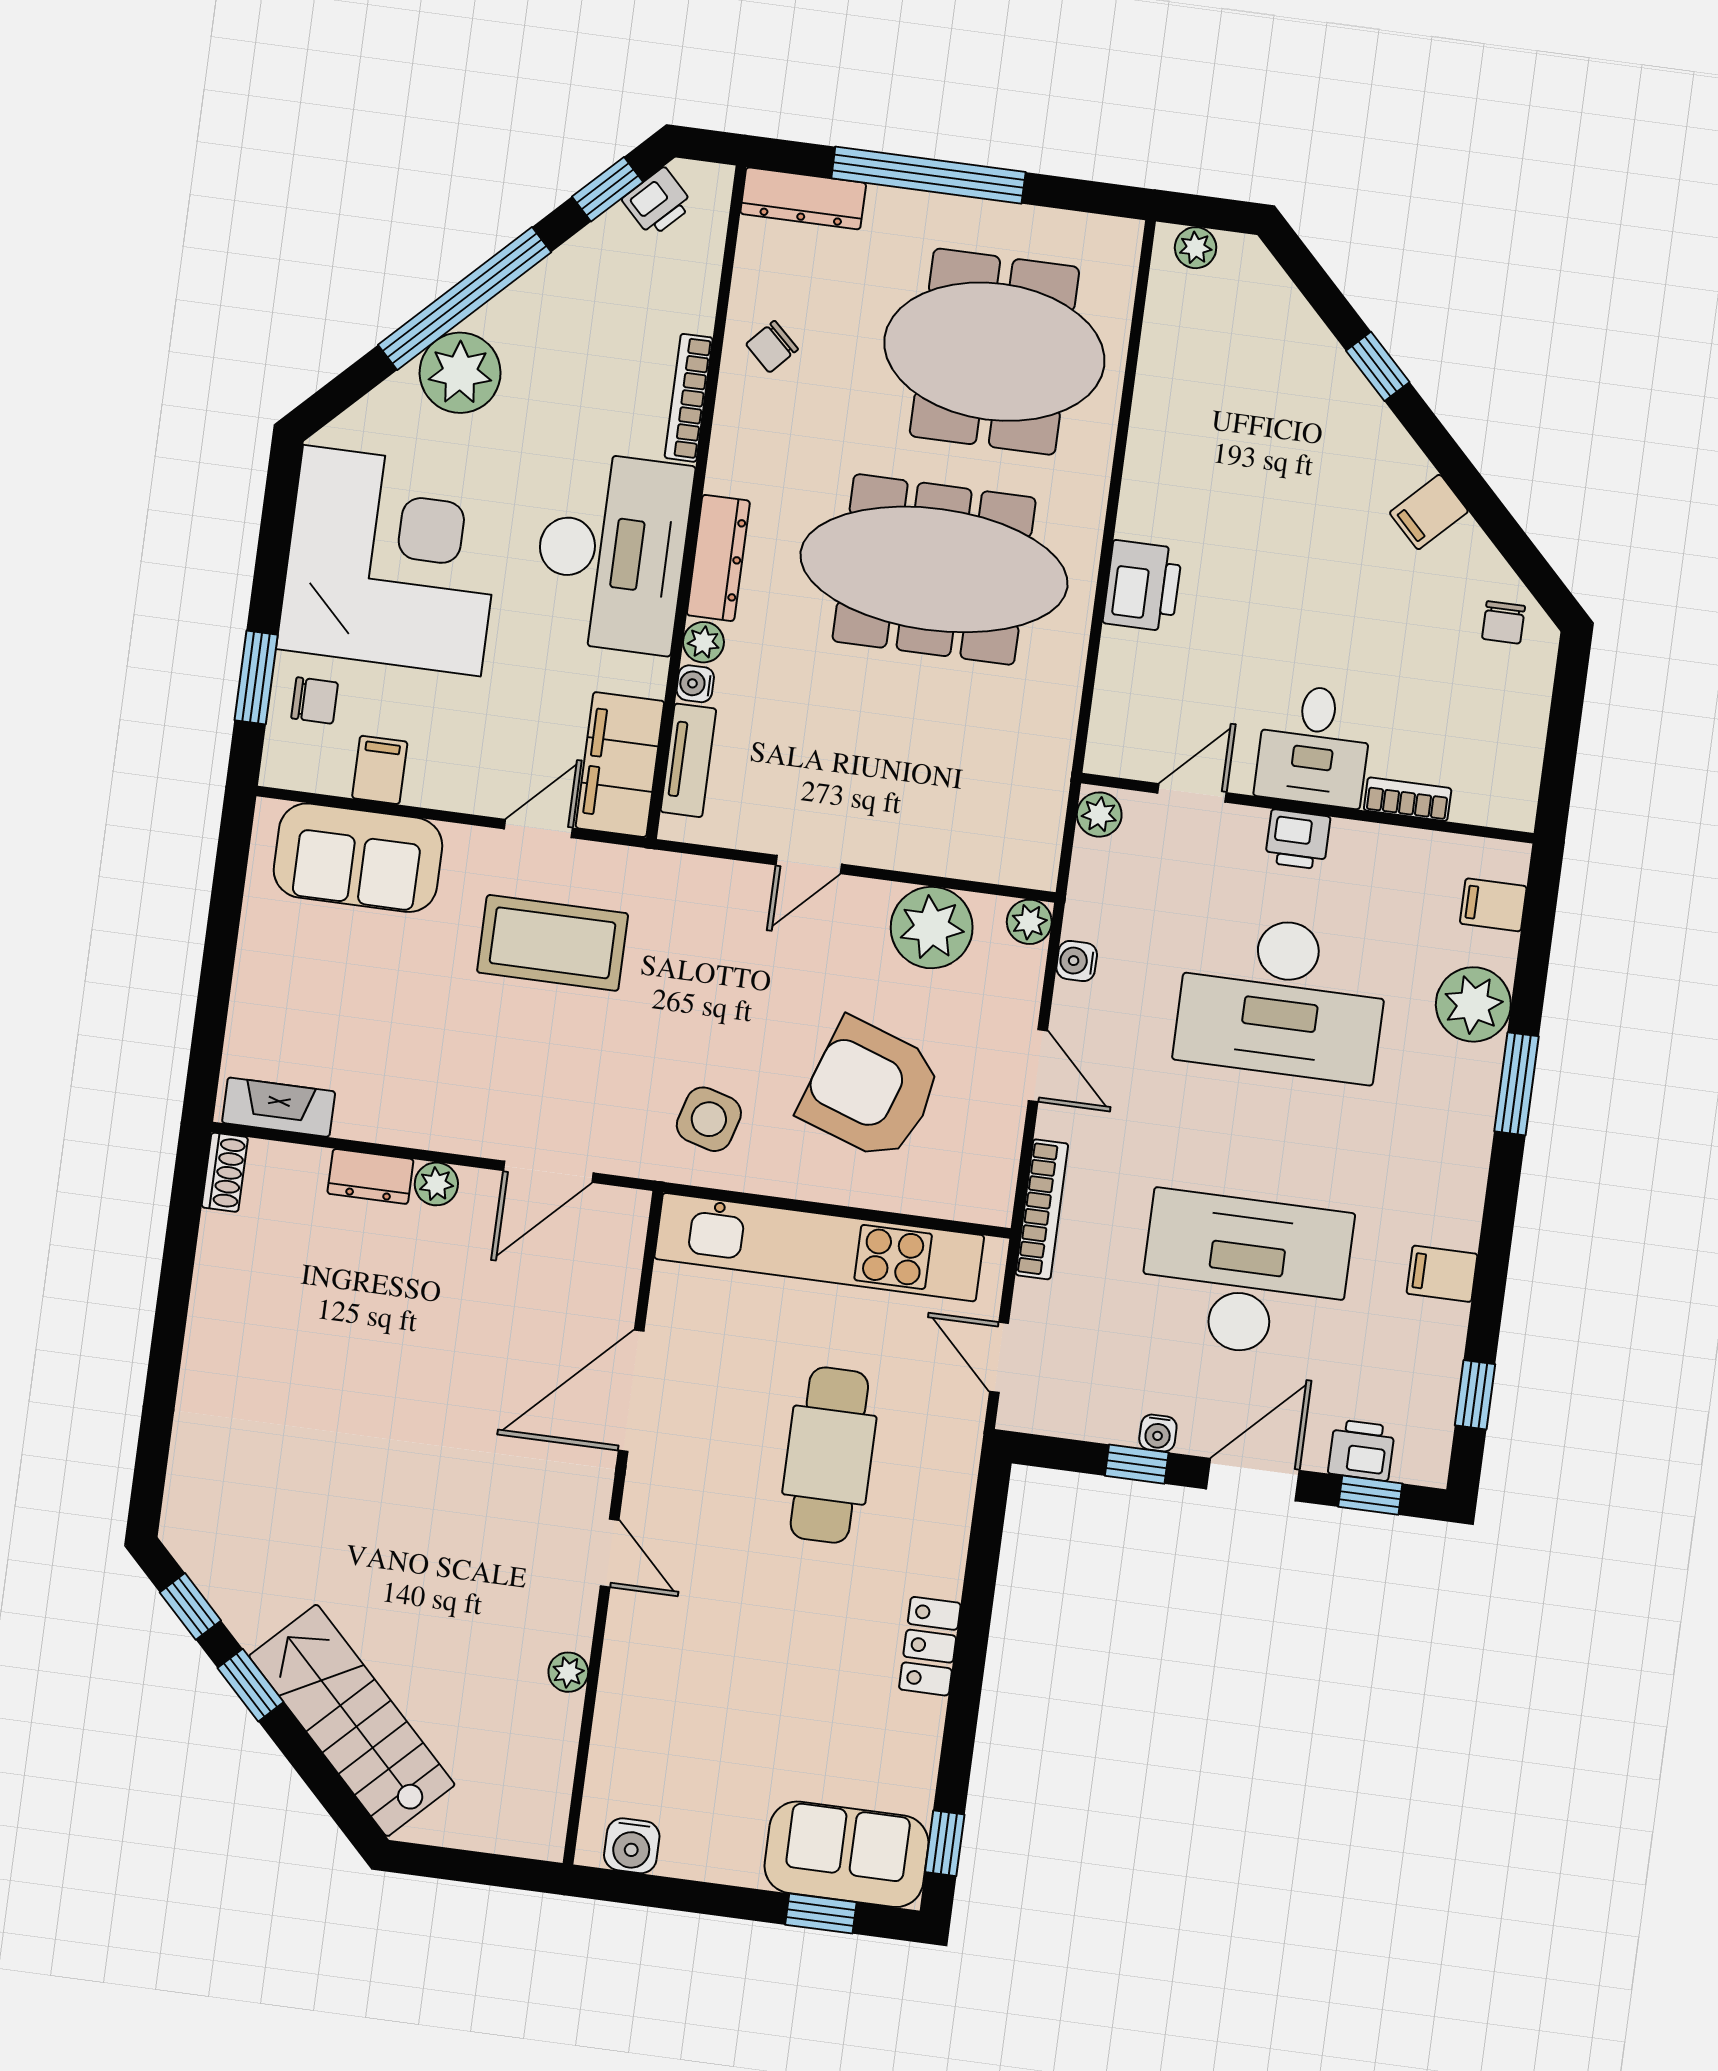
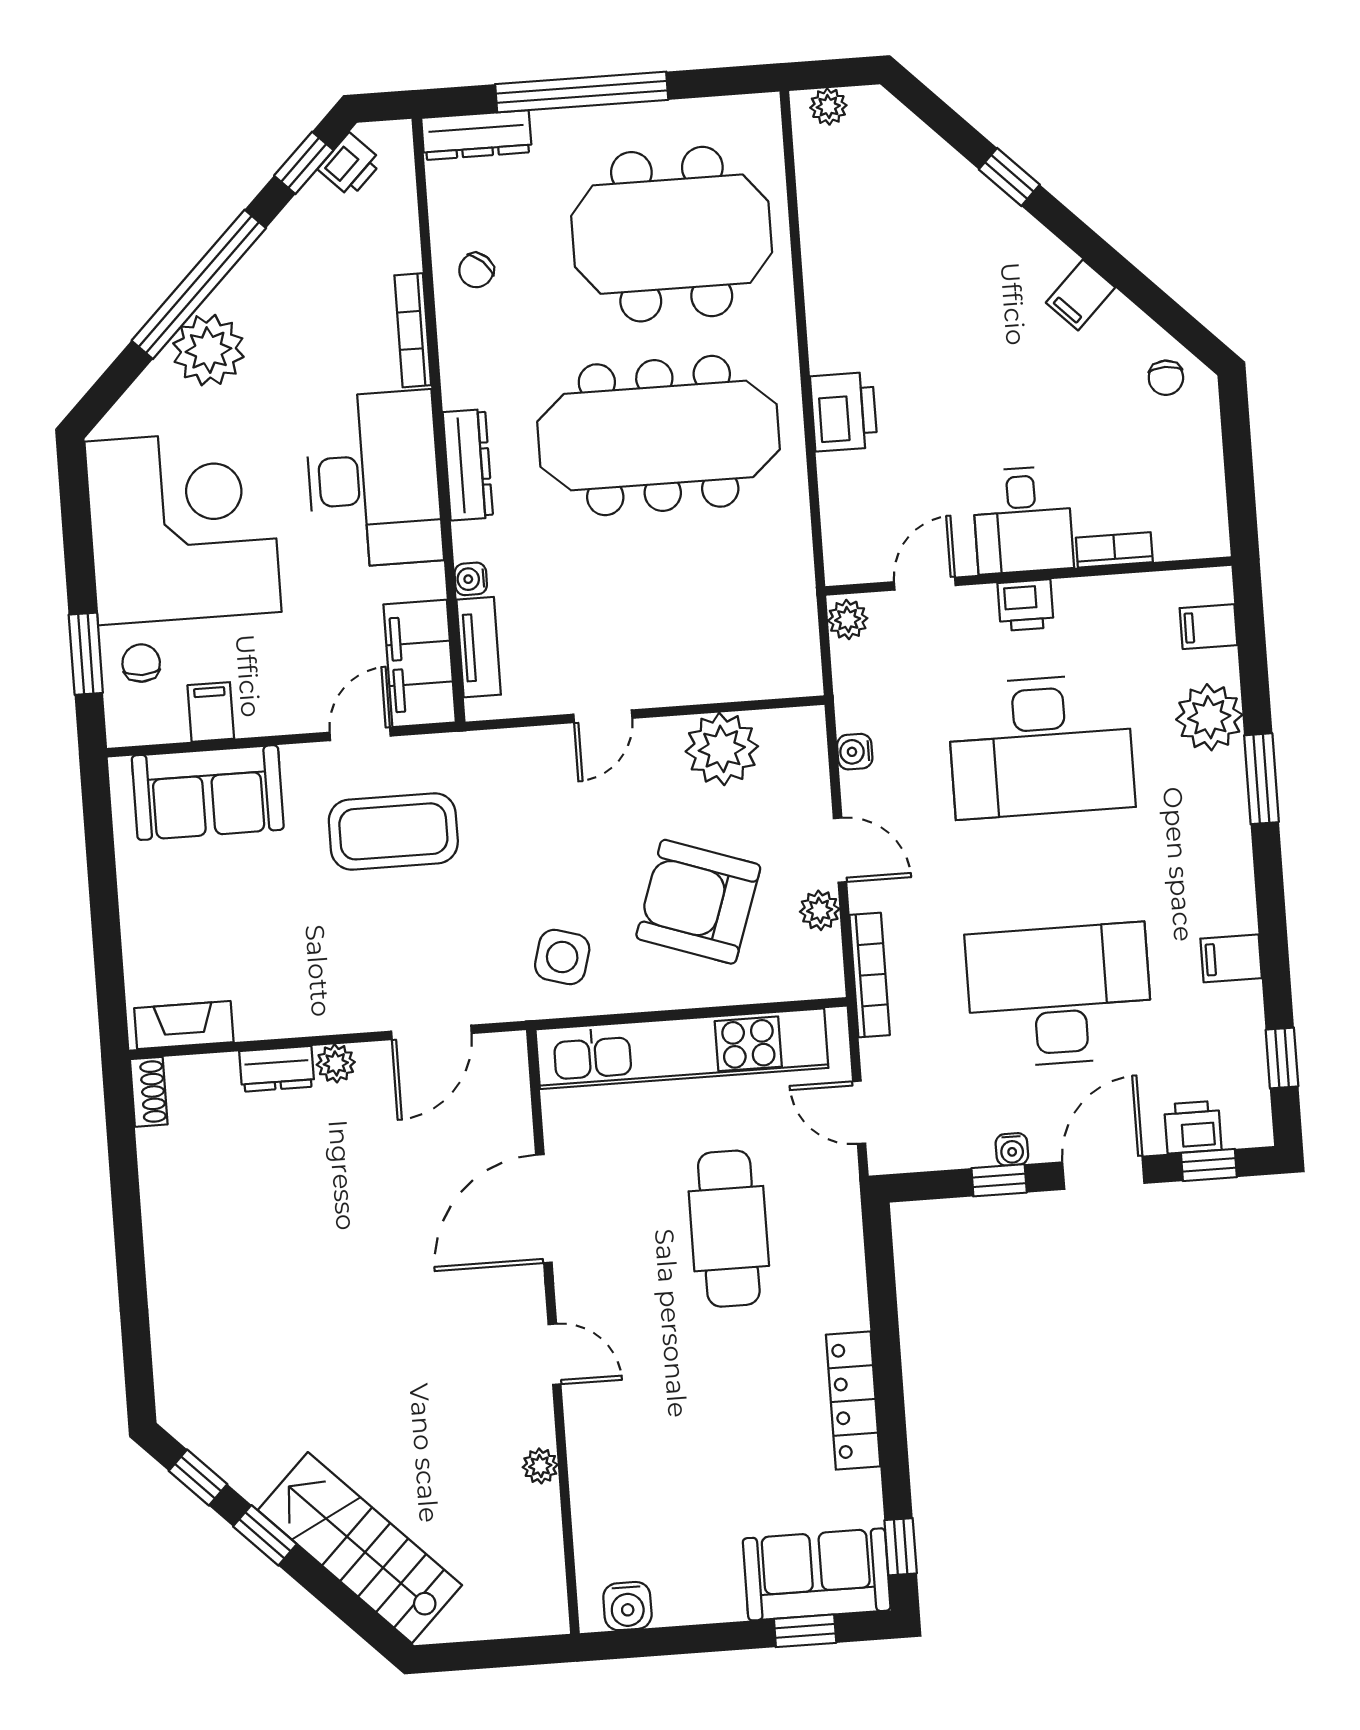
plant: (703, 642) -> (470, 541), removed
chair: (315, 700) -> (141, 663), turned -90
plant: (1029, 922) -> (820, 910), moved
locker: (930, 1646) -> (853, 1401), width x1.53

